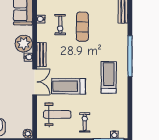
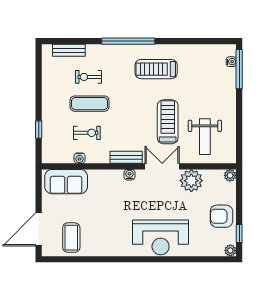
plant: (24, 44) -> (191, 181), moved
treadmill: (69, 86) -> (168, 122), turned 180
weight bench: (57, 114) -> (205, 137), turned 180
exercise bike: (85, 122) -> (89, 77), moved

